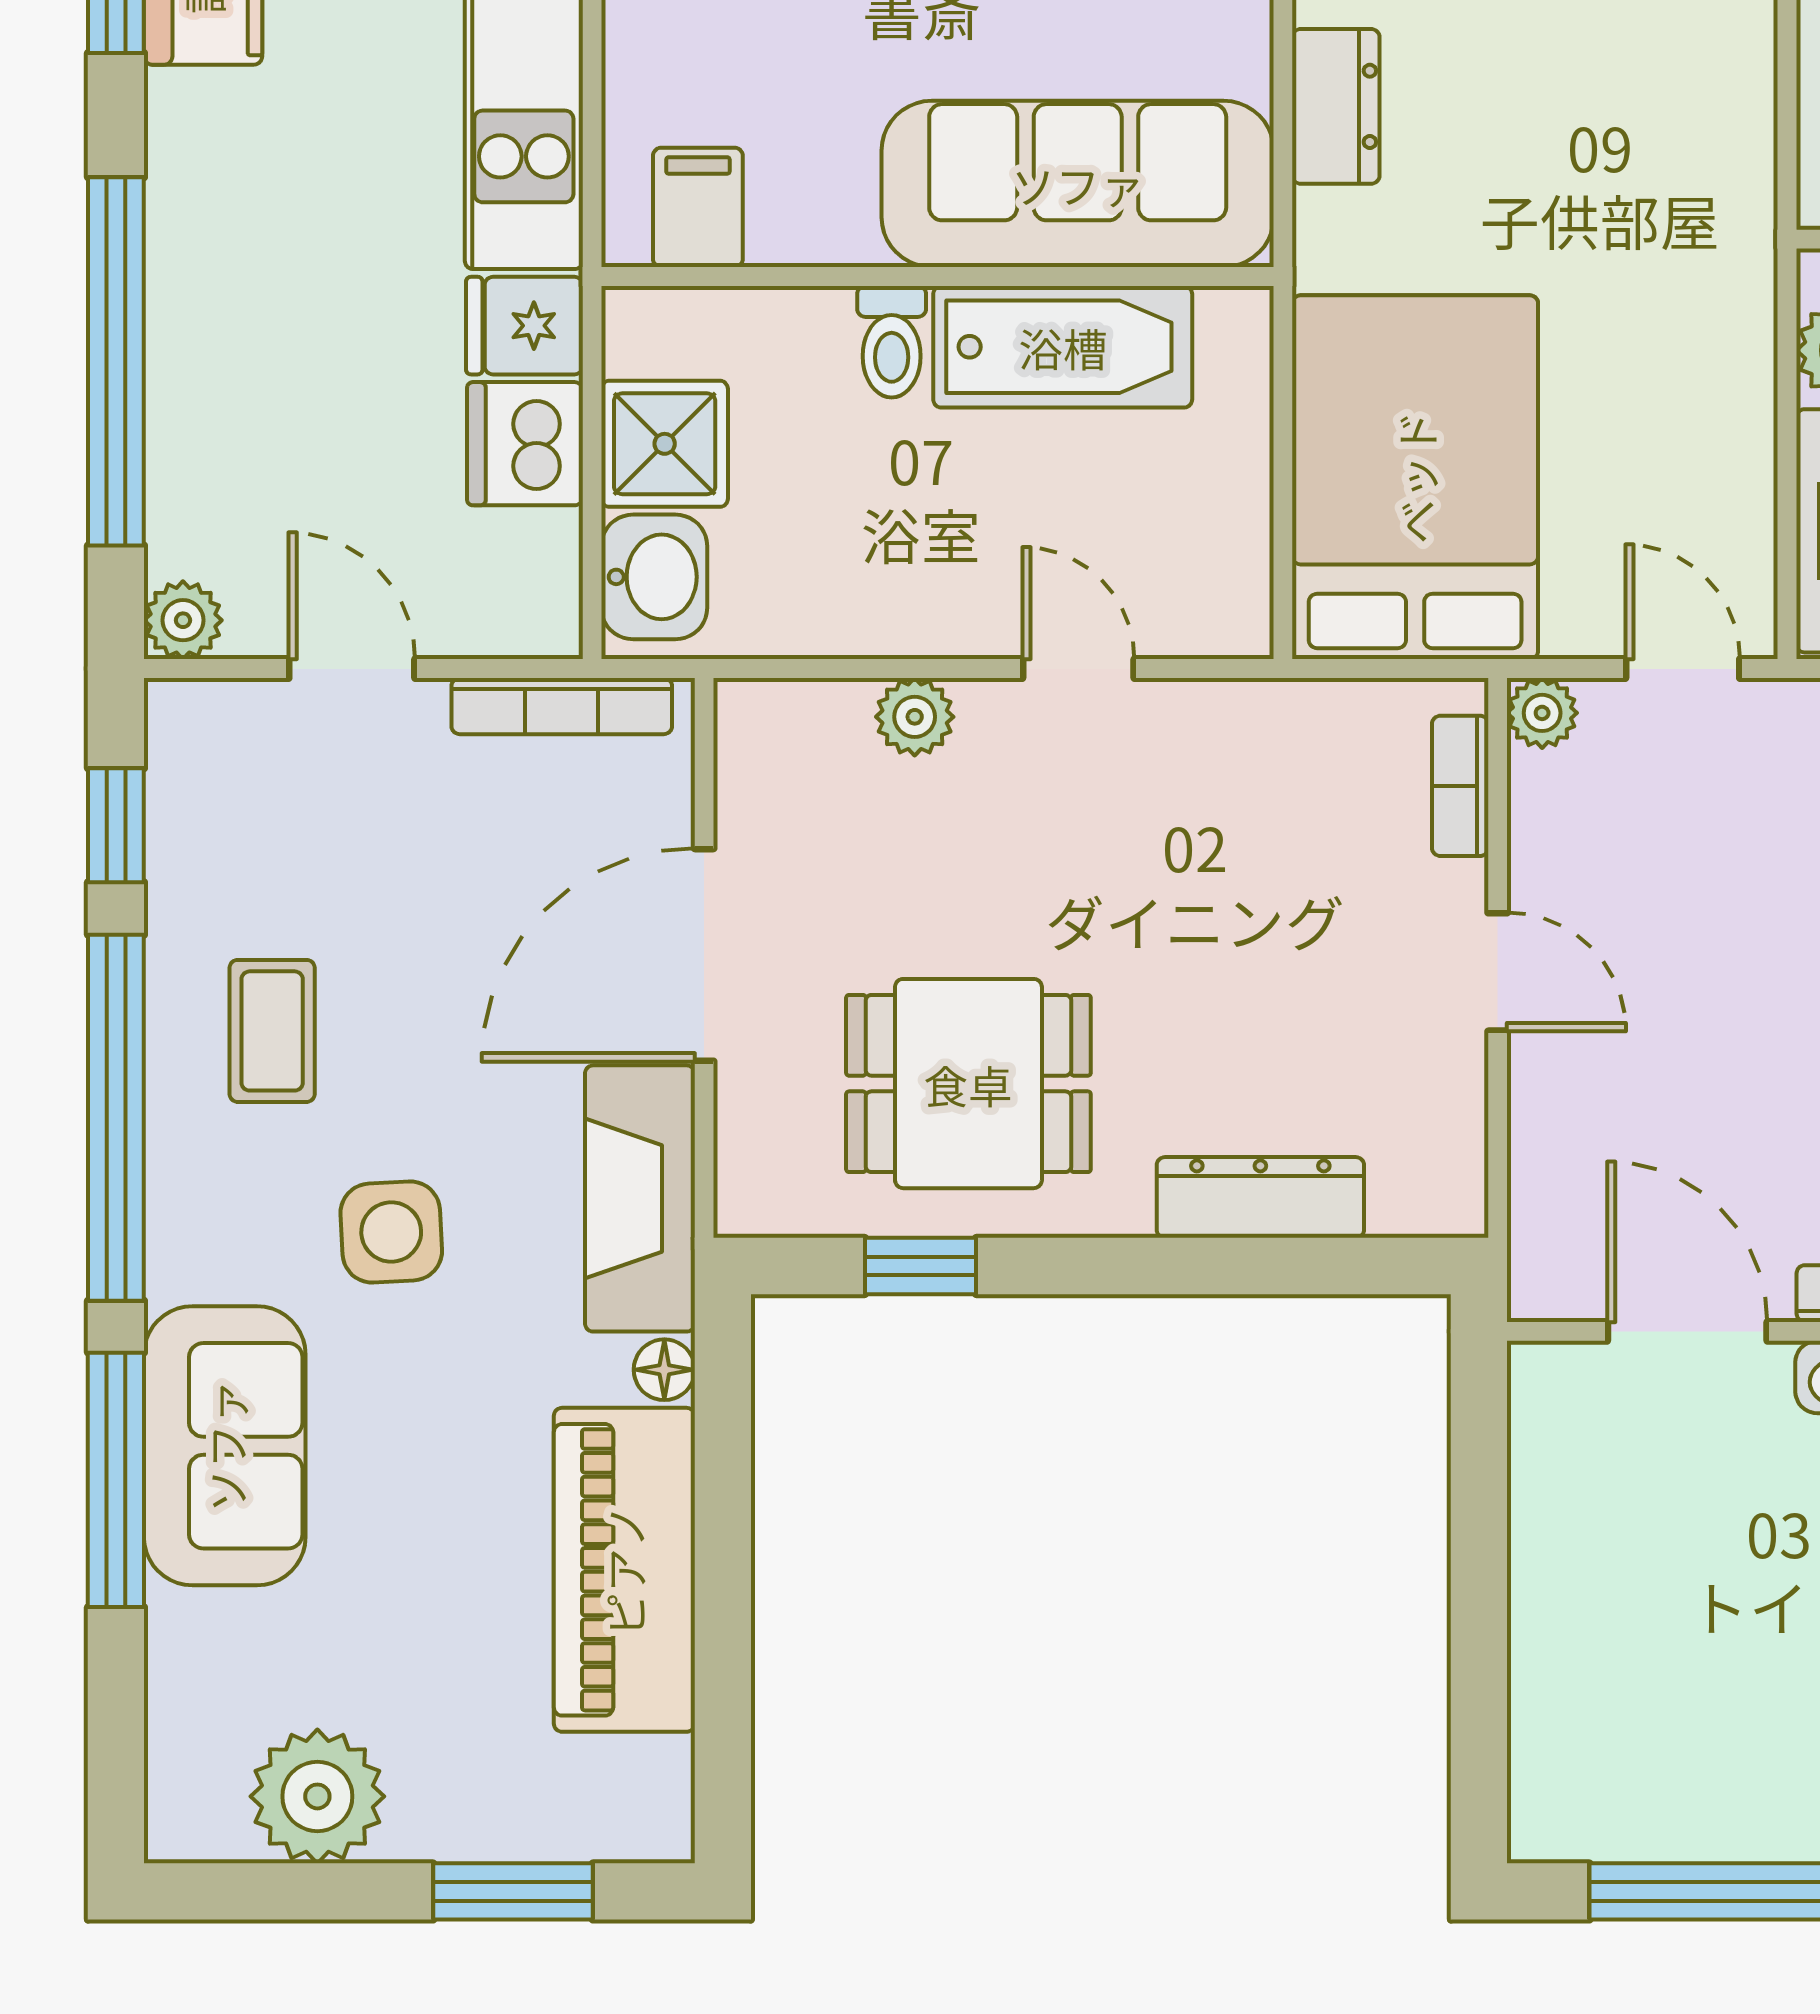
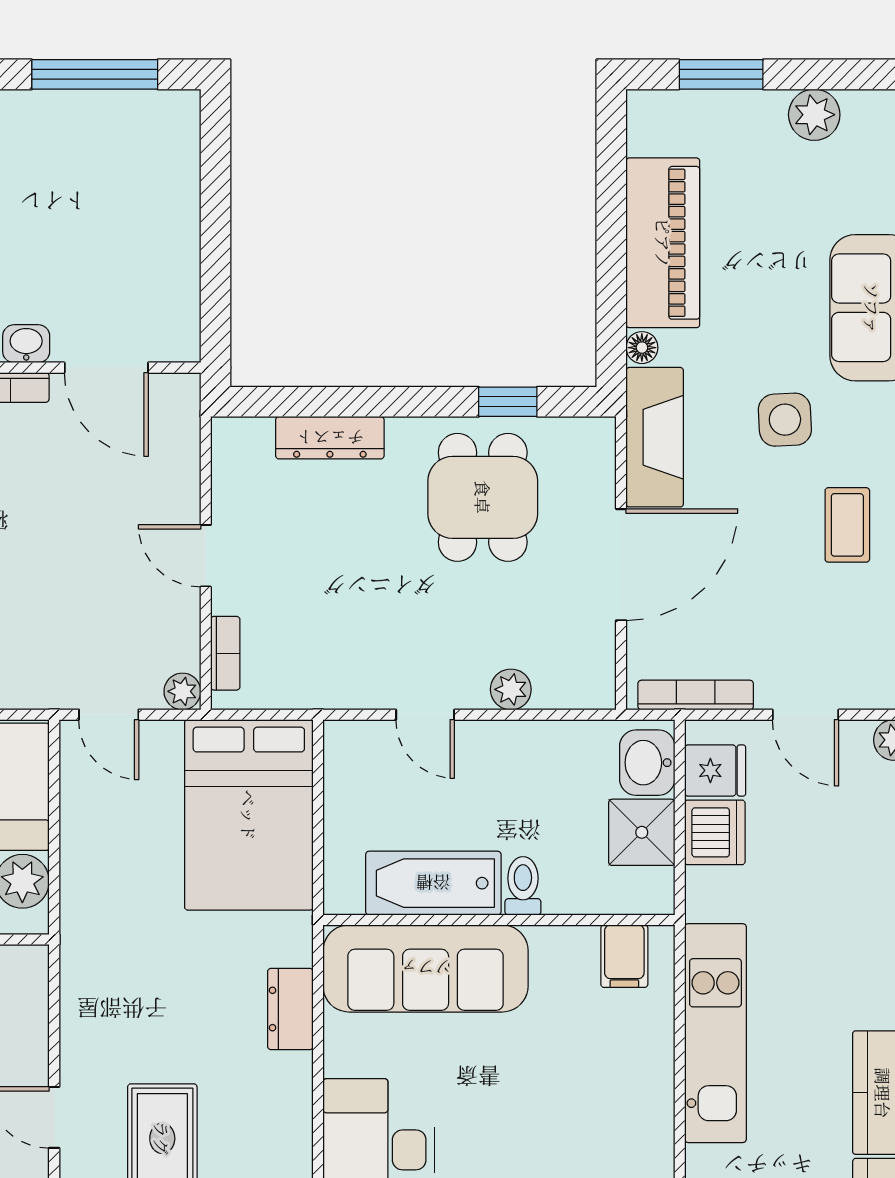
fridge: (524, 326) -> (715, 770), moved
dining table: (968, 1084) -> (483, 497), turned 90
plant: (317, 1796) -> (814, 115), width x0.73, depth x0.73

